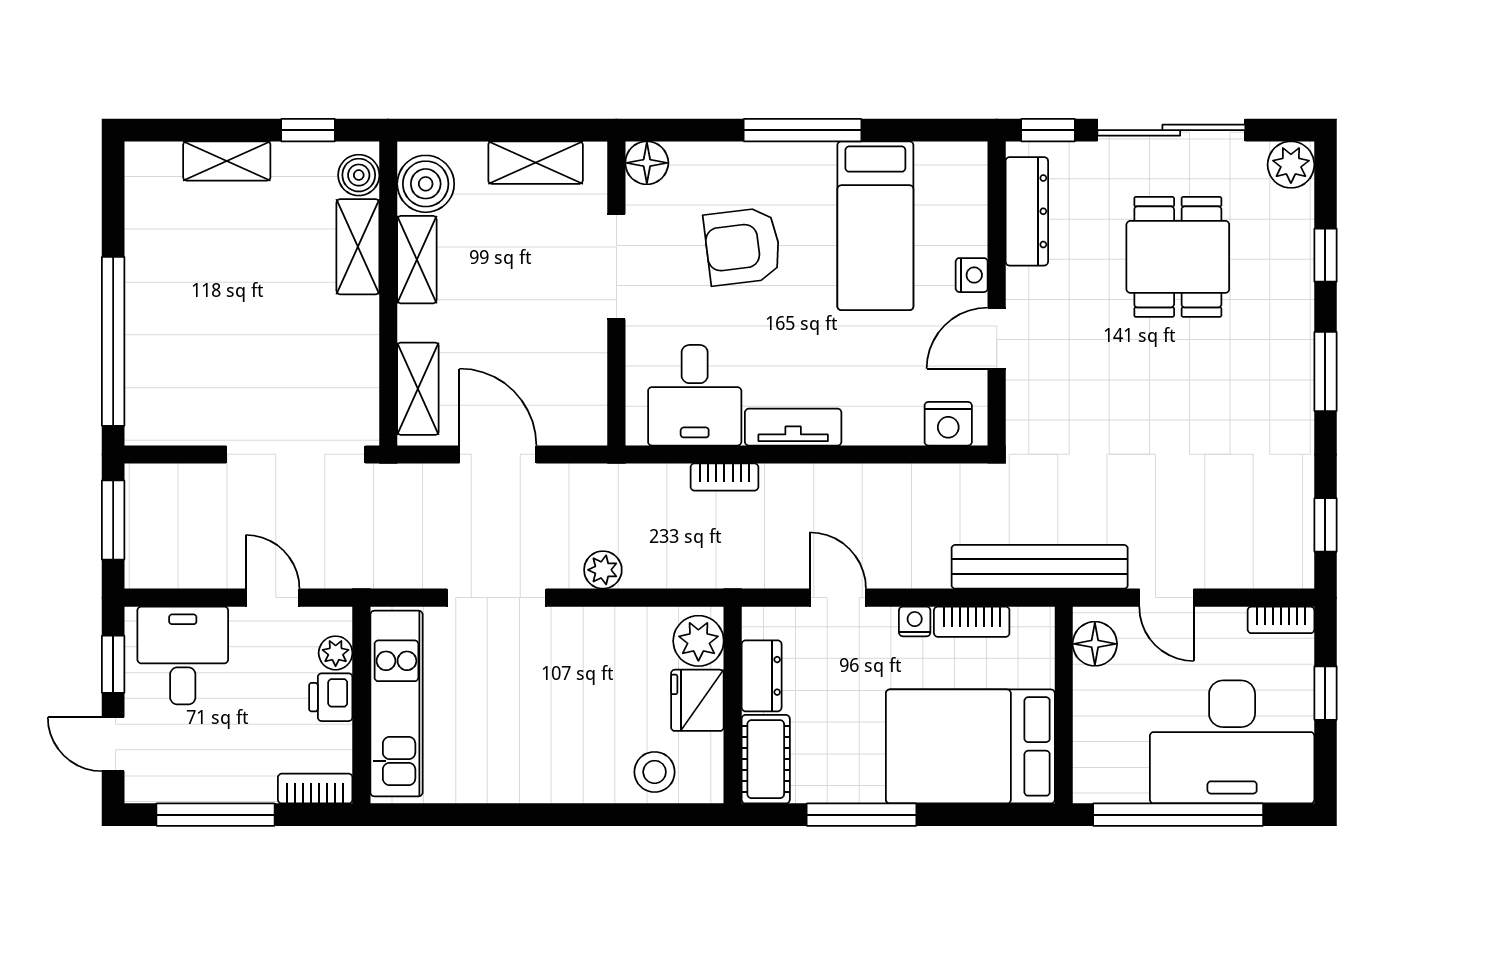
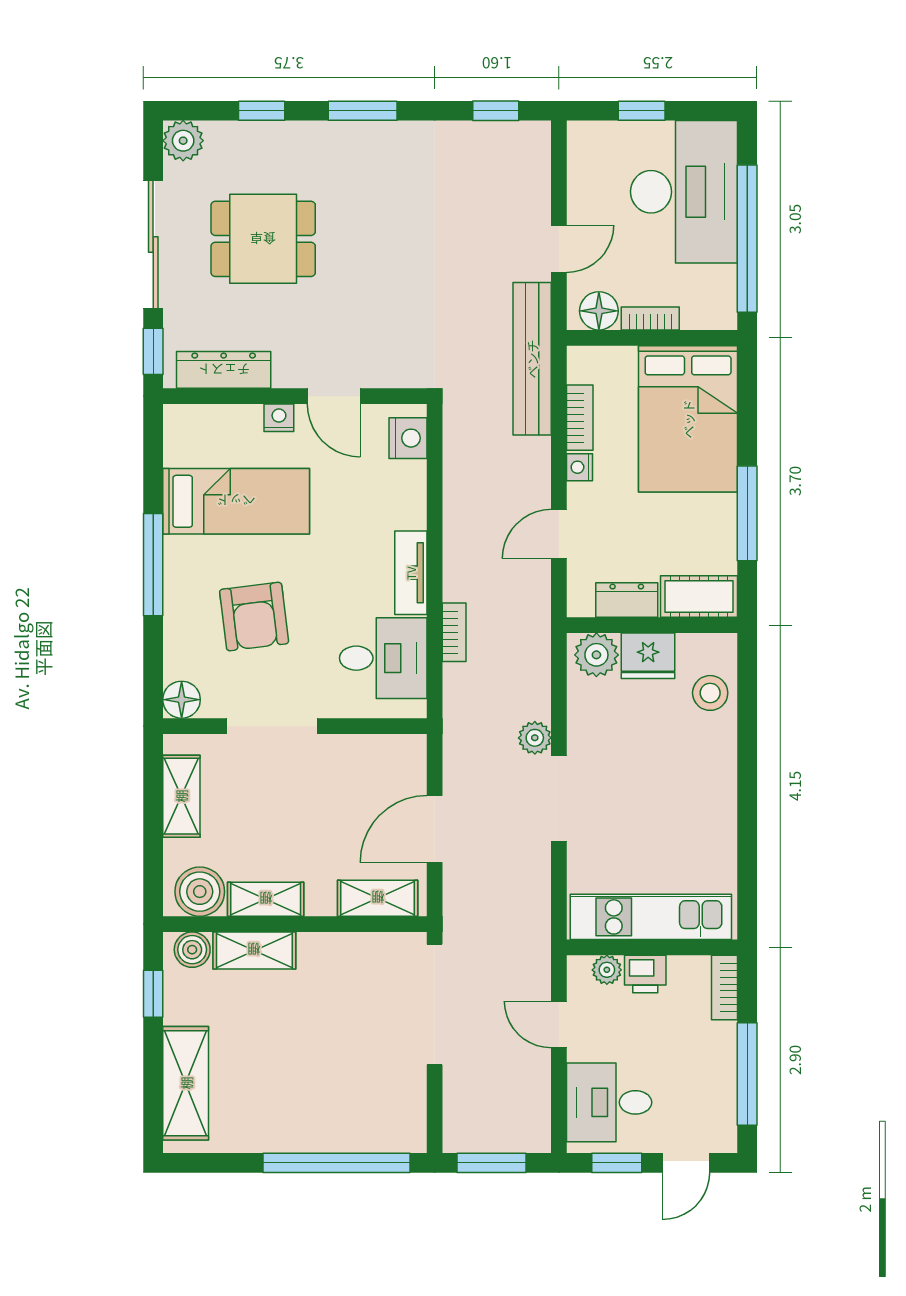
shelving: (227, 161) -> (186, 1083), width x1.50, depth x1.33
door: (273, 598) -> (559, 1024), hinge flipped
doorway: (497, 598) -> (559, 798), moved
bookcase: (1281, 620) -> (650, 319), moved, turned -90

